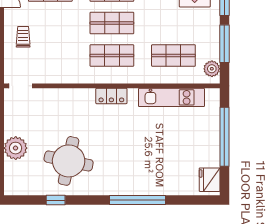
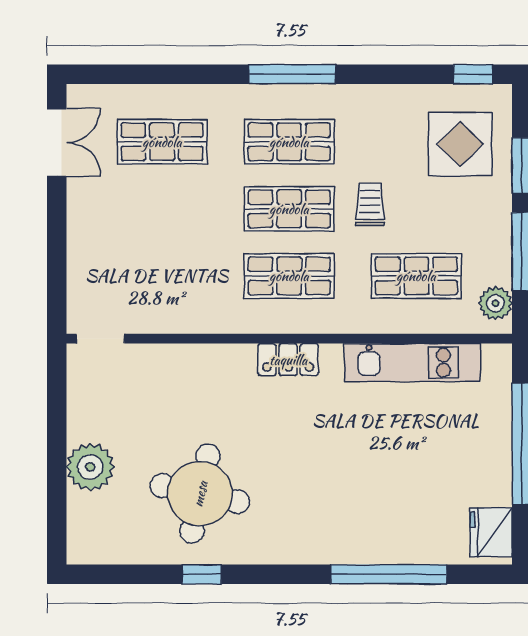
trolley: (23, 37) -> (370, 204), moved
window: (56, 200) -> (202, 574), moved
window: (137, 200) -> (389, 574), moved

